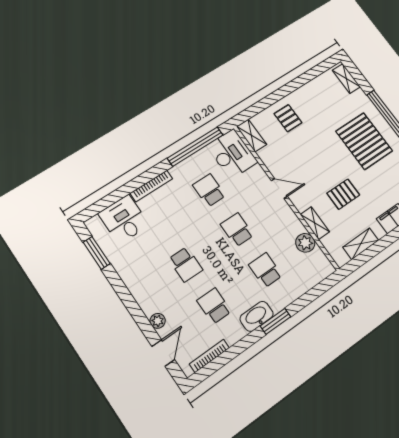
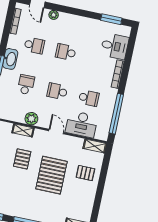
pallet: (364, 141) -> (51, 175), moved, turned 90
desk: (232, 154) -> (82, 124), moved
door: (279, 188) -> (56, 132), swing flipped
school desk: (237, 230) -> (57, 91), turned 180
plant: (305, 243) -> (31, 119), moved
school desk: (265, 270) -> (26, 85), turned -90

